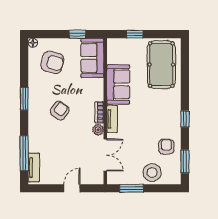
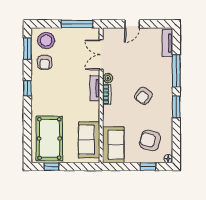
window: (77, 34) -> (148, 167), moved
window: (135, 34) -> (52, 167), moved
sofa: (118, 84) -> (89, 140), moved
window: (24, 153) -> (176, 71), moved
stool: (152, 173) -> (46, 41), moved
window: (131, 188) -> (77, 24), width x1.44

